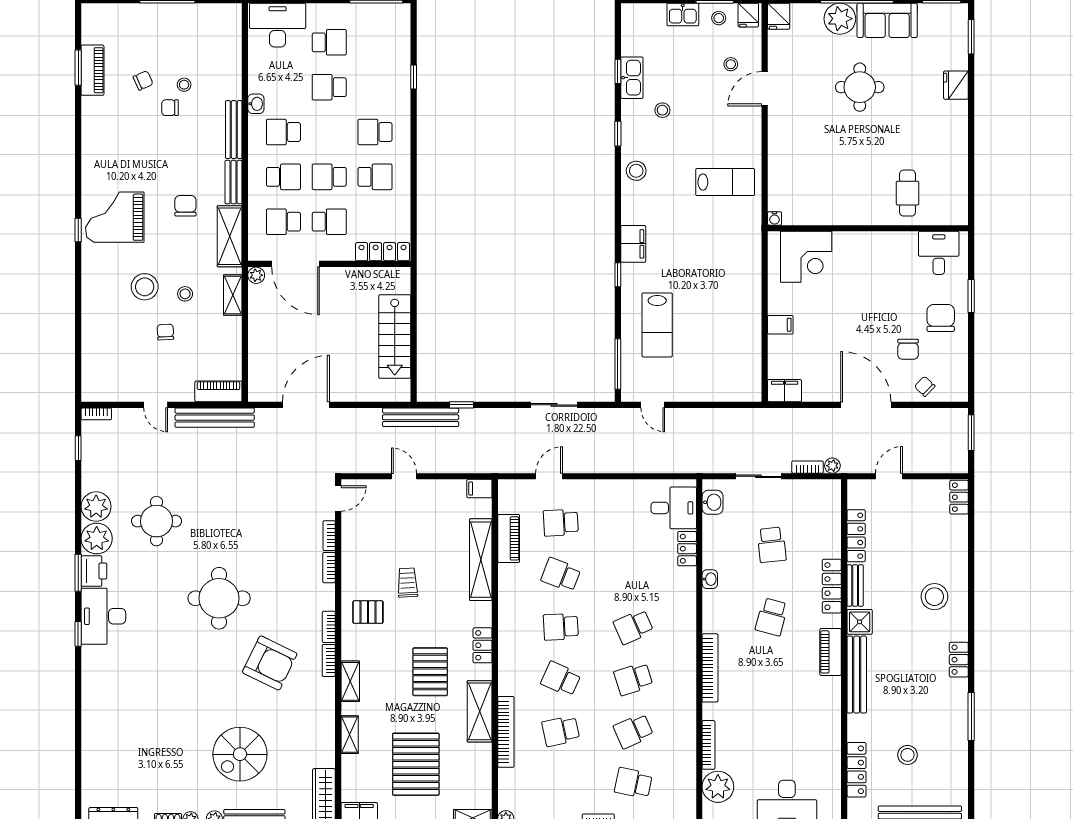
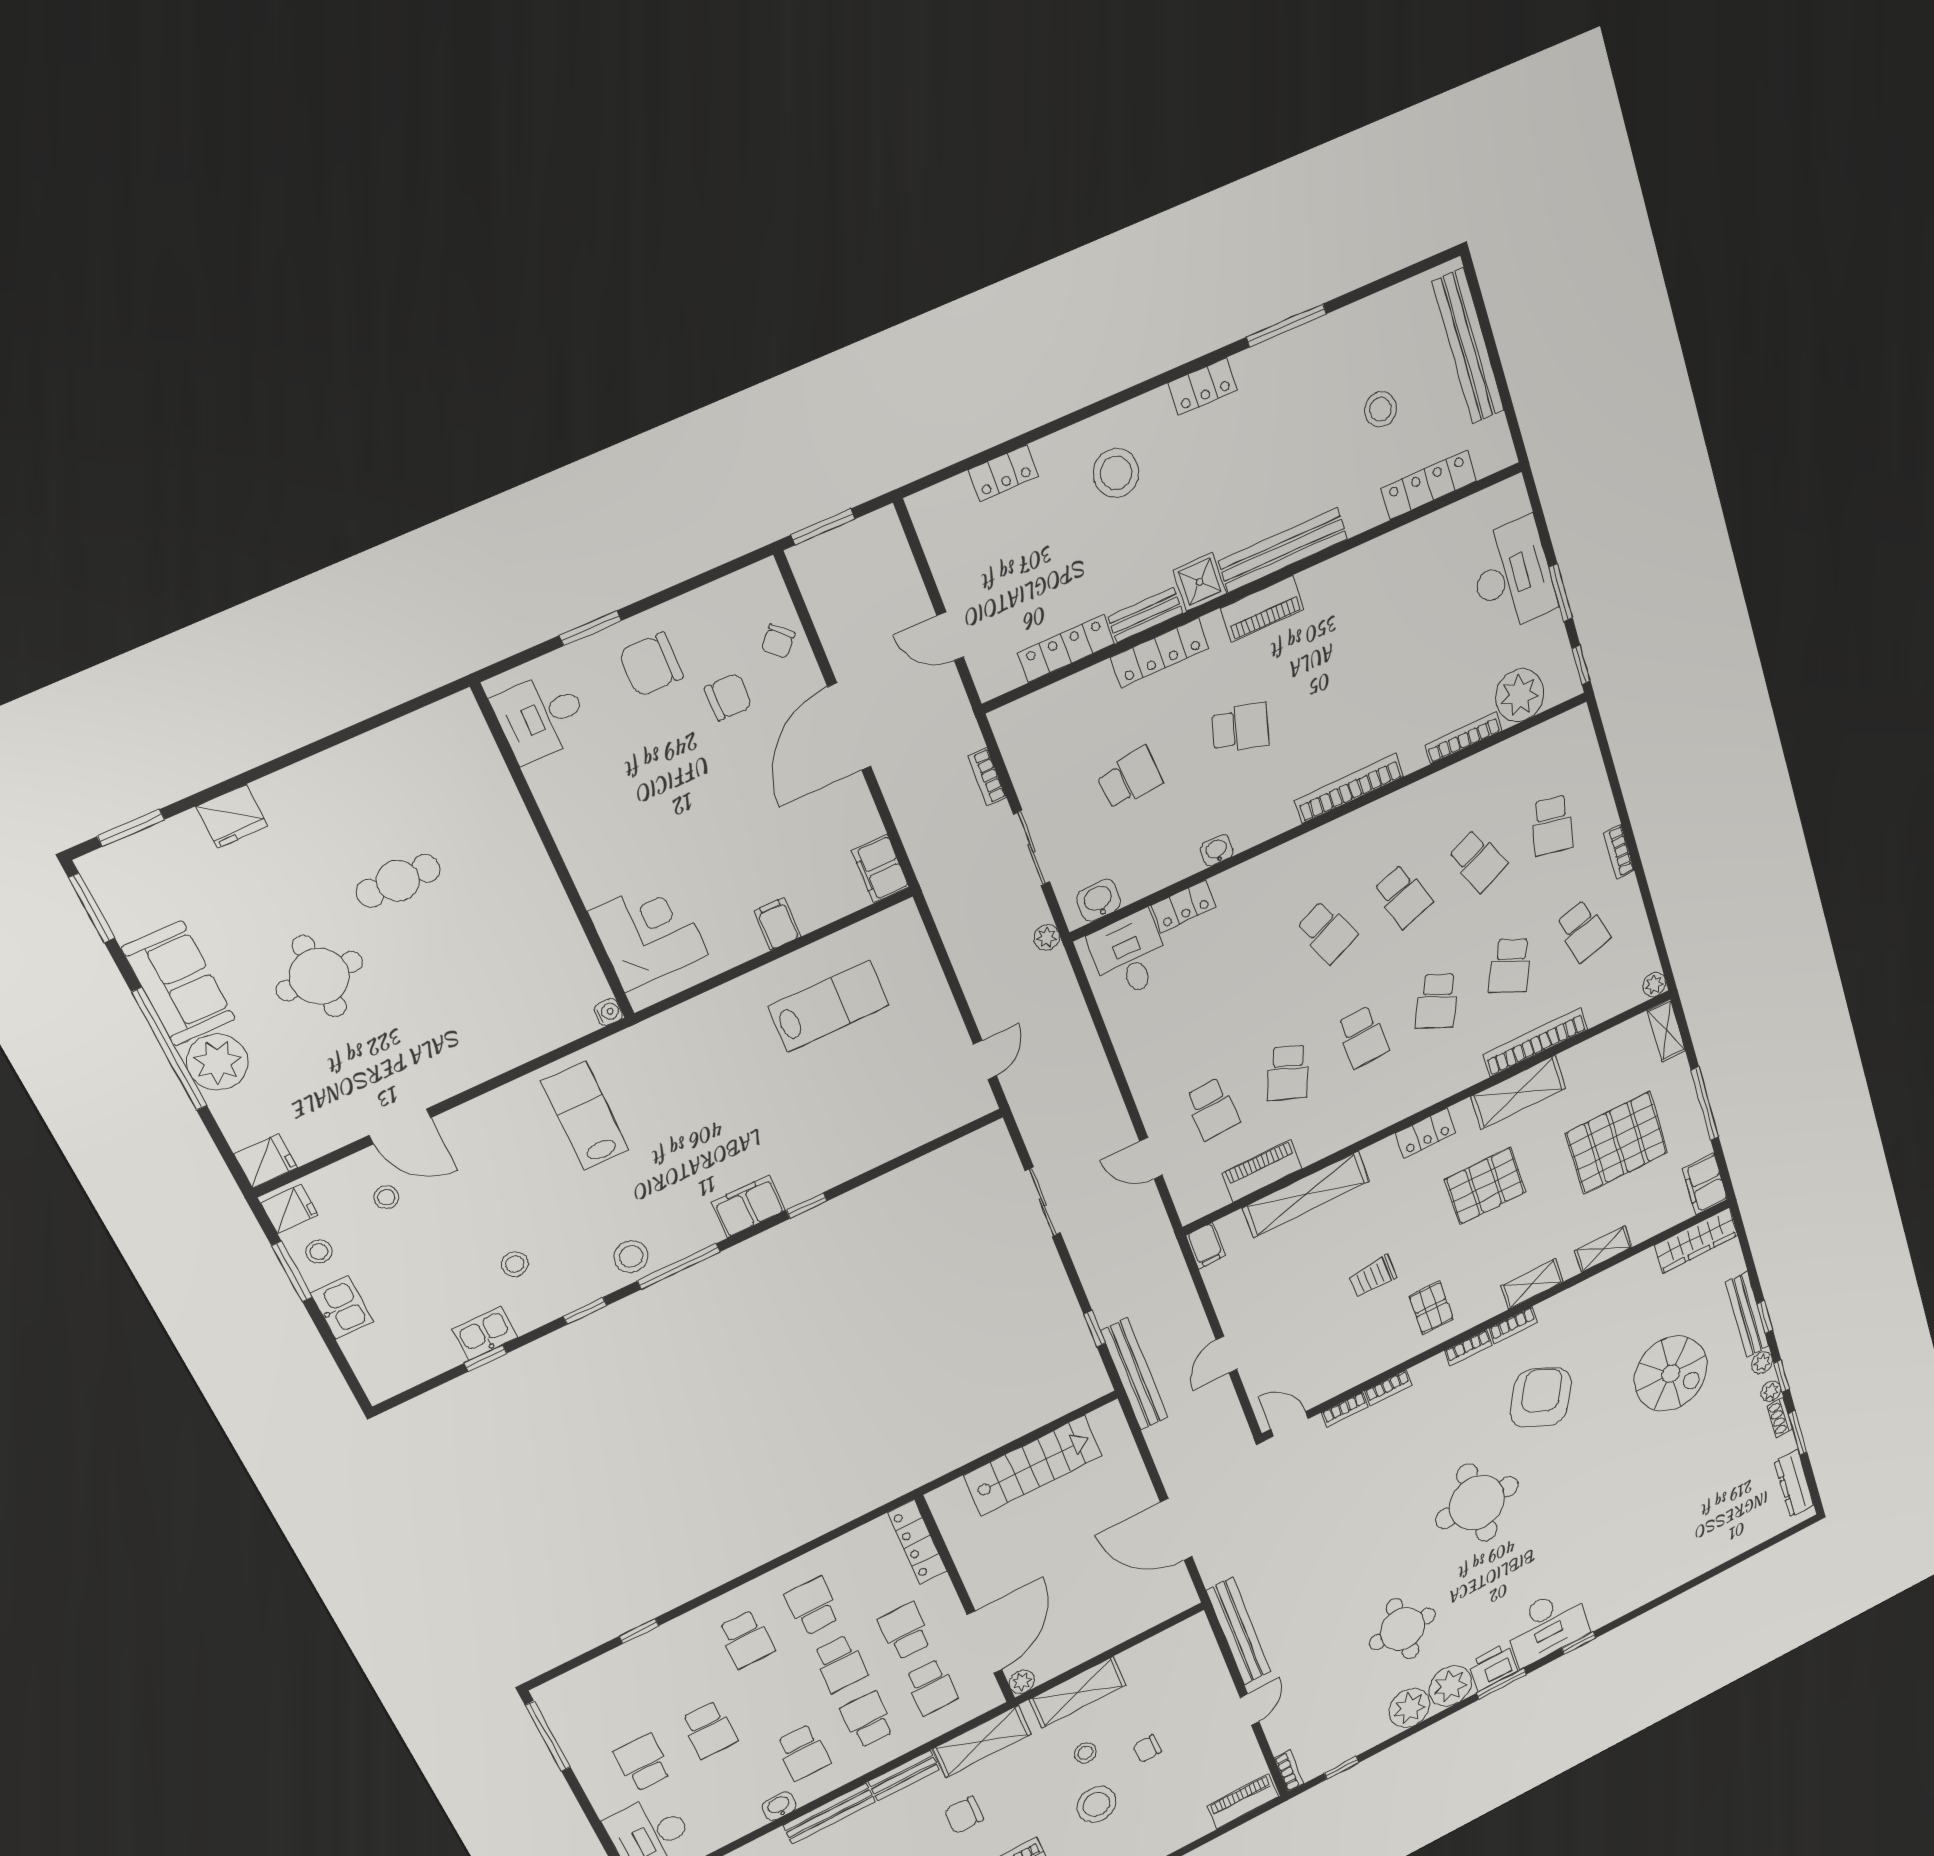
kitchen sink: (632, 78) -> (485, 1333), width x0.73
cafe table: (908, 193) -> (398, 881), moved
shelving: (233, 295) -> (1078, 1692), width x1.50, depth x1.33
lab bench: (657, 325) -> (829, 1006), moved
window: (618, 364) -> (679, 1266), moved
piano: (218, 391) -> (1243, 1801), moved, turned 90
plant: (832, 466) -> (1047, 938), moved
locker: (959, 497) -> (1003, 473), moved
school desk: (561, 731) -> (1510, 966), turned 36
school desk: (561, 783) -> (1583, 931), added

